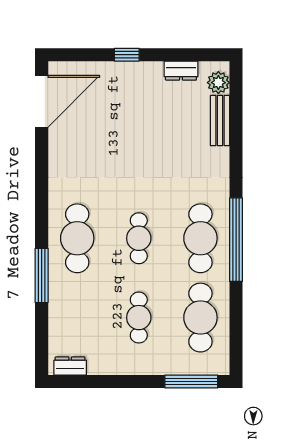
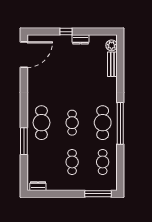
dresser: (181, 71) -> (80, 39), moved
cafe table: (200, 318) -> (103, 162), width x0.73, depth x0.74

